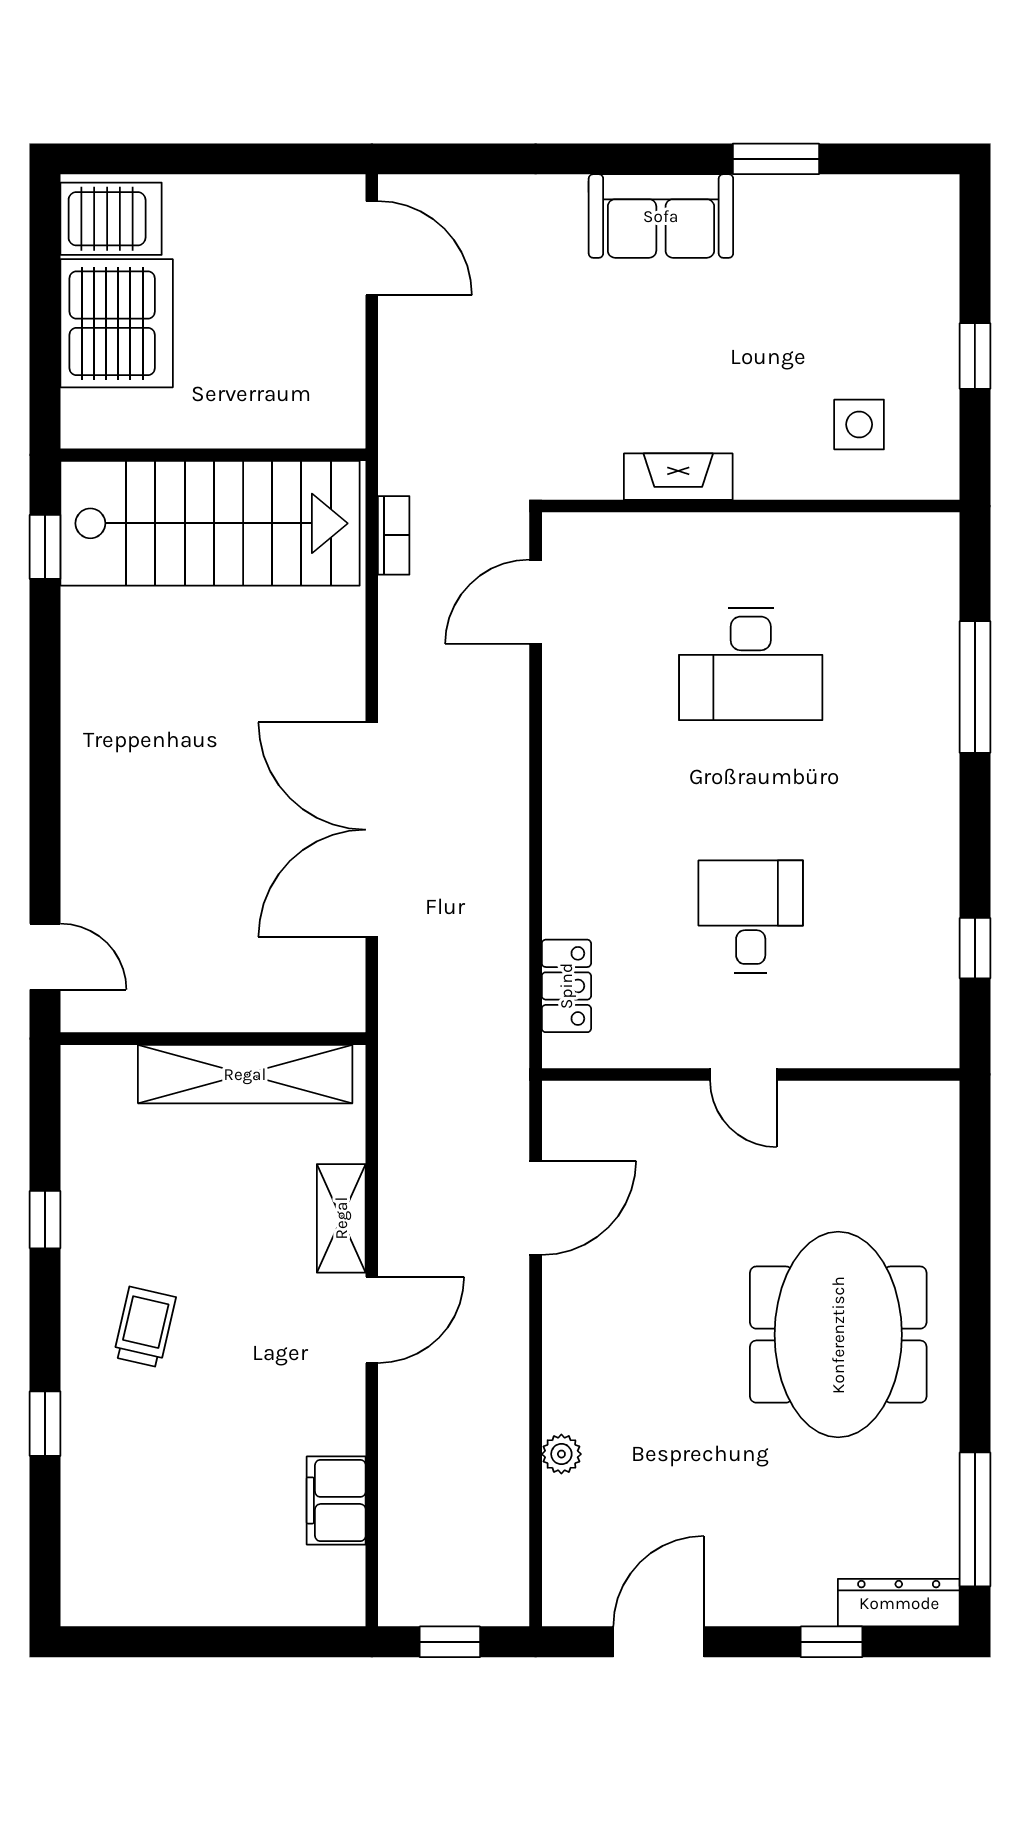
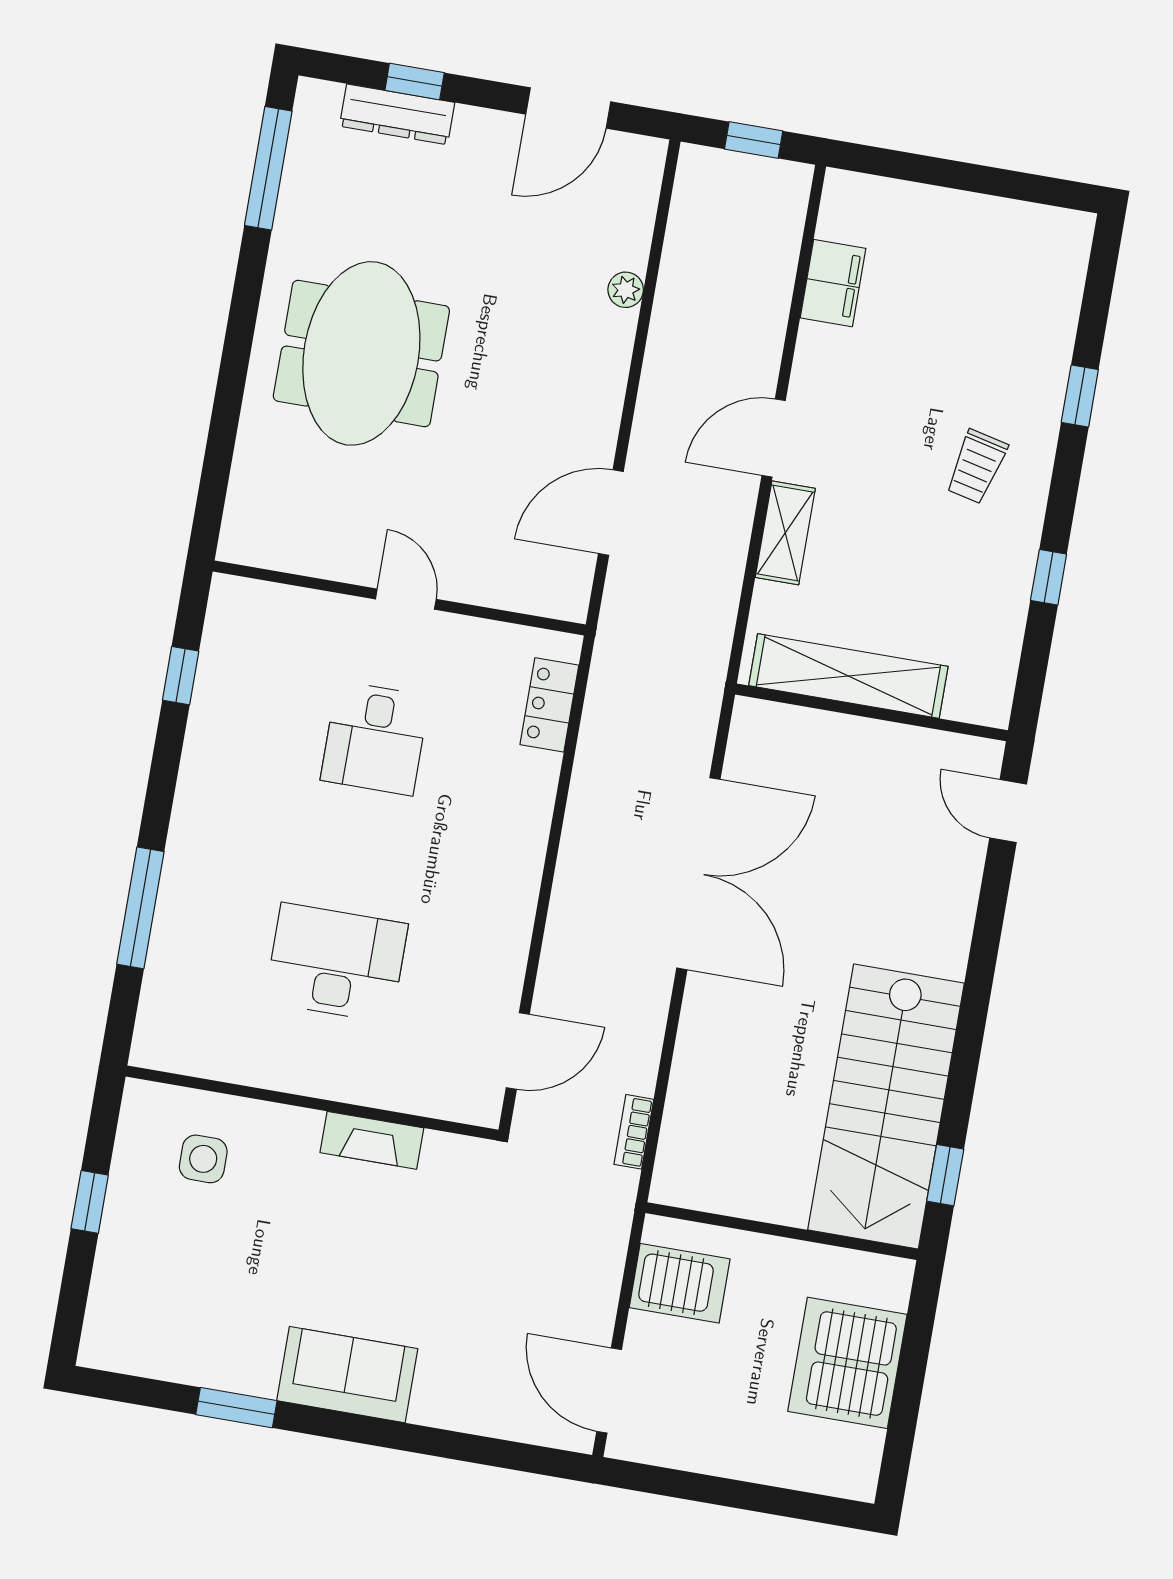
server rack: (111, 219) -> (680, 1283), moved, turned 180
stairs: (210, 523) -> (886, 1106), moved, turned -90
dresser: (899, 1603) -> (397, 114), moved

